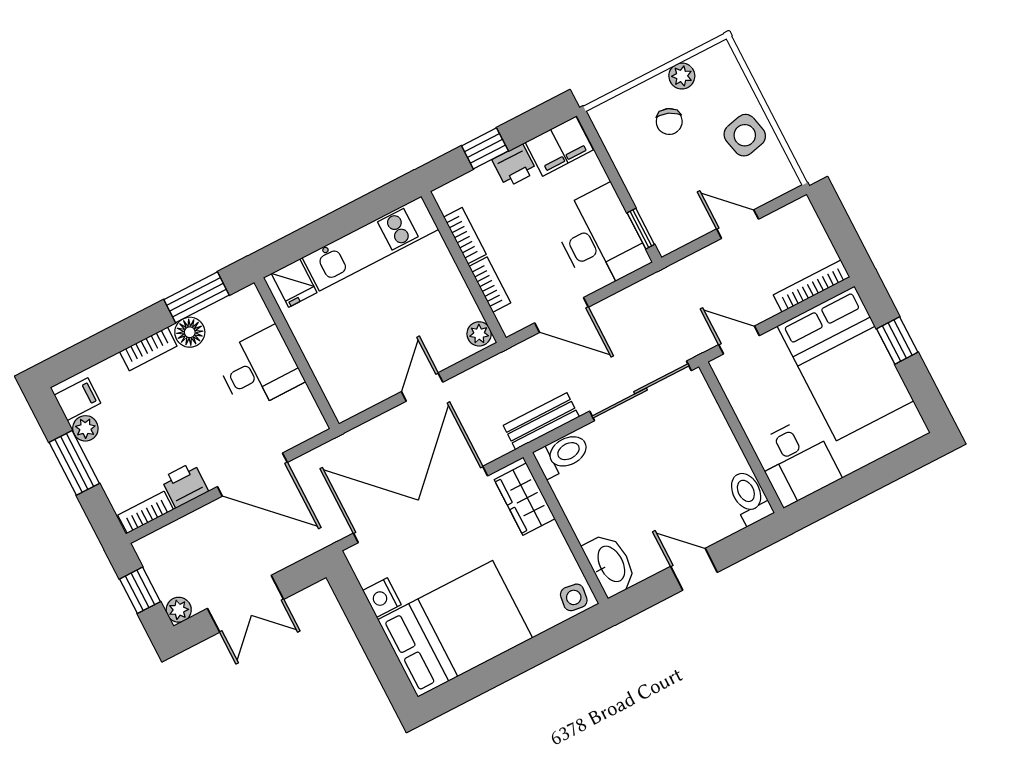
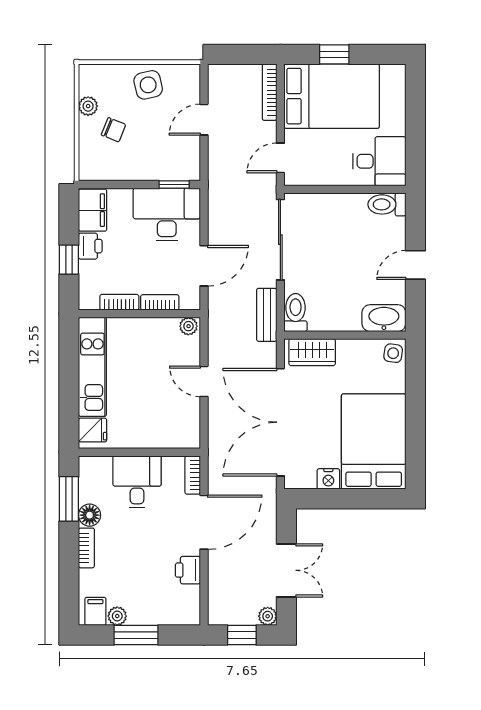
bookcase: (146, 512) -> (193, 475), moved

